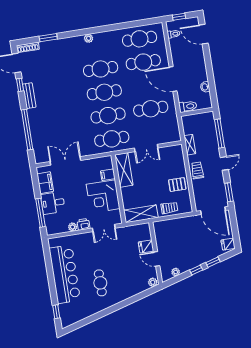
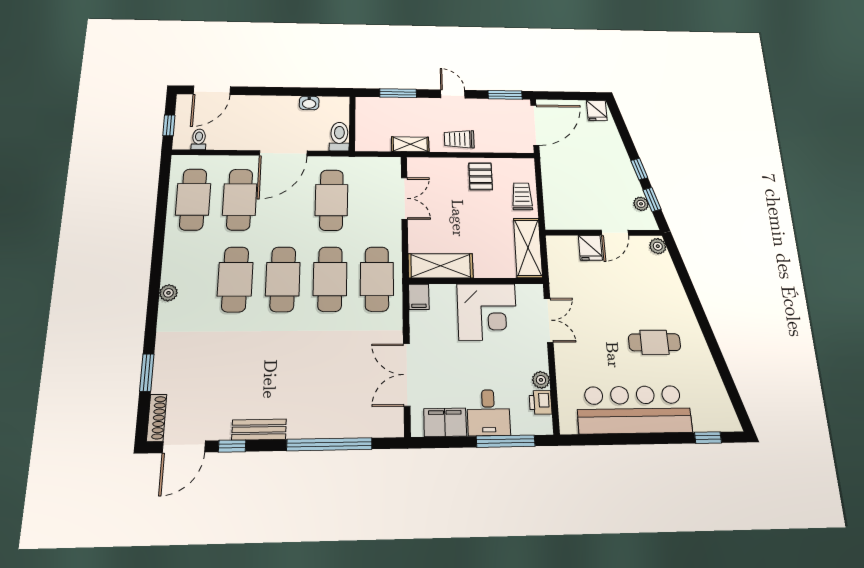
window: (220, 134) -> (398, 93), width x0.69
double door: (146, 148) -> (404, 198), moved
filing cabinet: (108, 175) -> (419, 297), moved
printer: (83, 224) -> (541, 402), moved
window: (213, 262) -> (652, 200), moved

